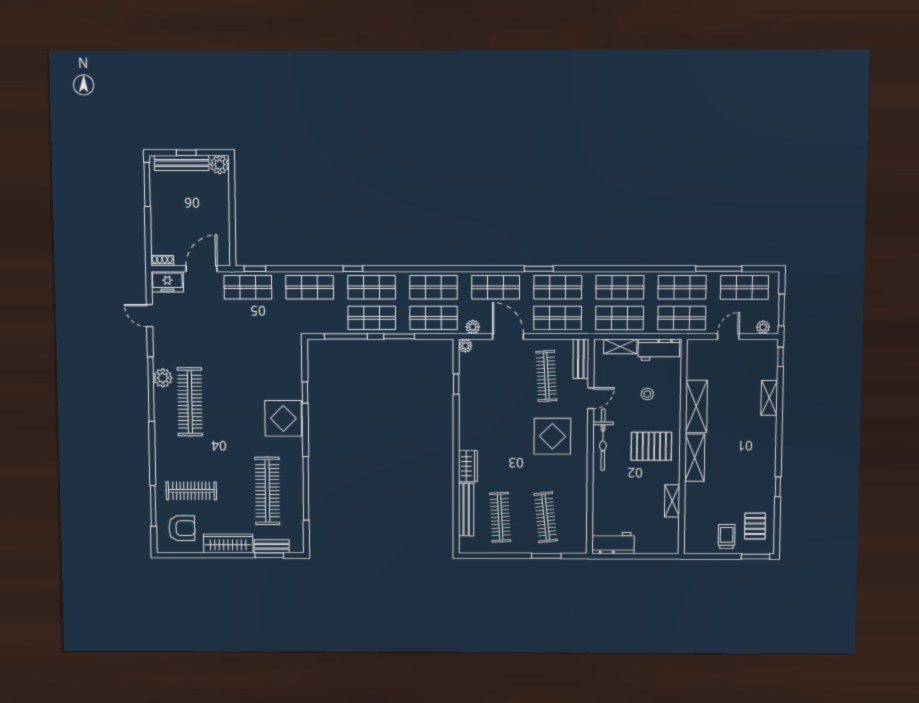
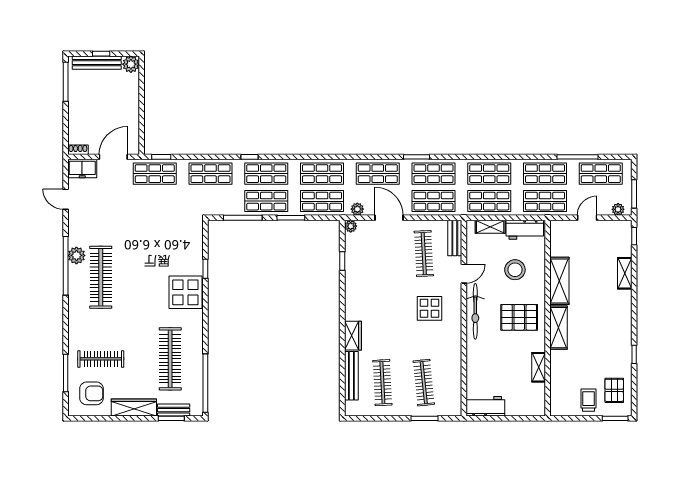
stool: (647, 394) -> (515, 270), width x1.89, depth x1.89
display table: (552, 436) -> (430, 308), width x0.73, depth x0.73
window: (306, 488) -> (205, 383), moved

